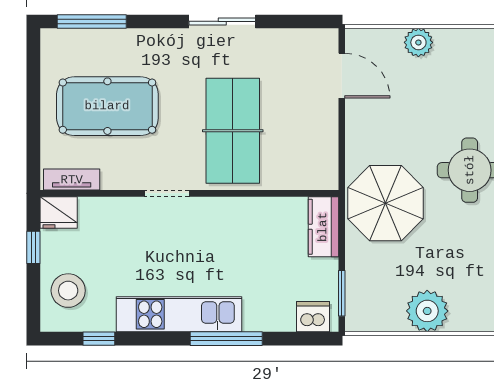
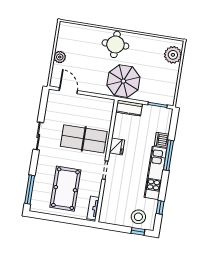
door: (342, 76) -> (68, 91), hinge flipped
fridge: (59, 213) -> (117, 146), moved
window: (33, 247) -> (138, 231), moved
plant: (427, 311) -> (173, 55), moved
dishwasher: (313, 317) -> (162, 140), moved

